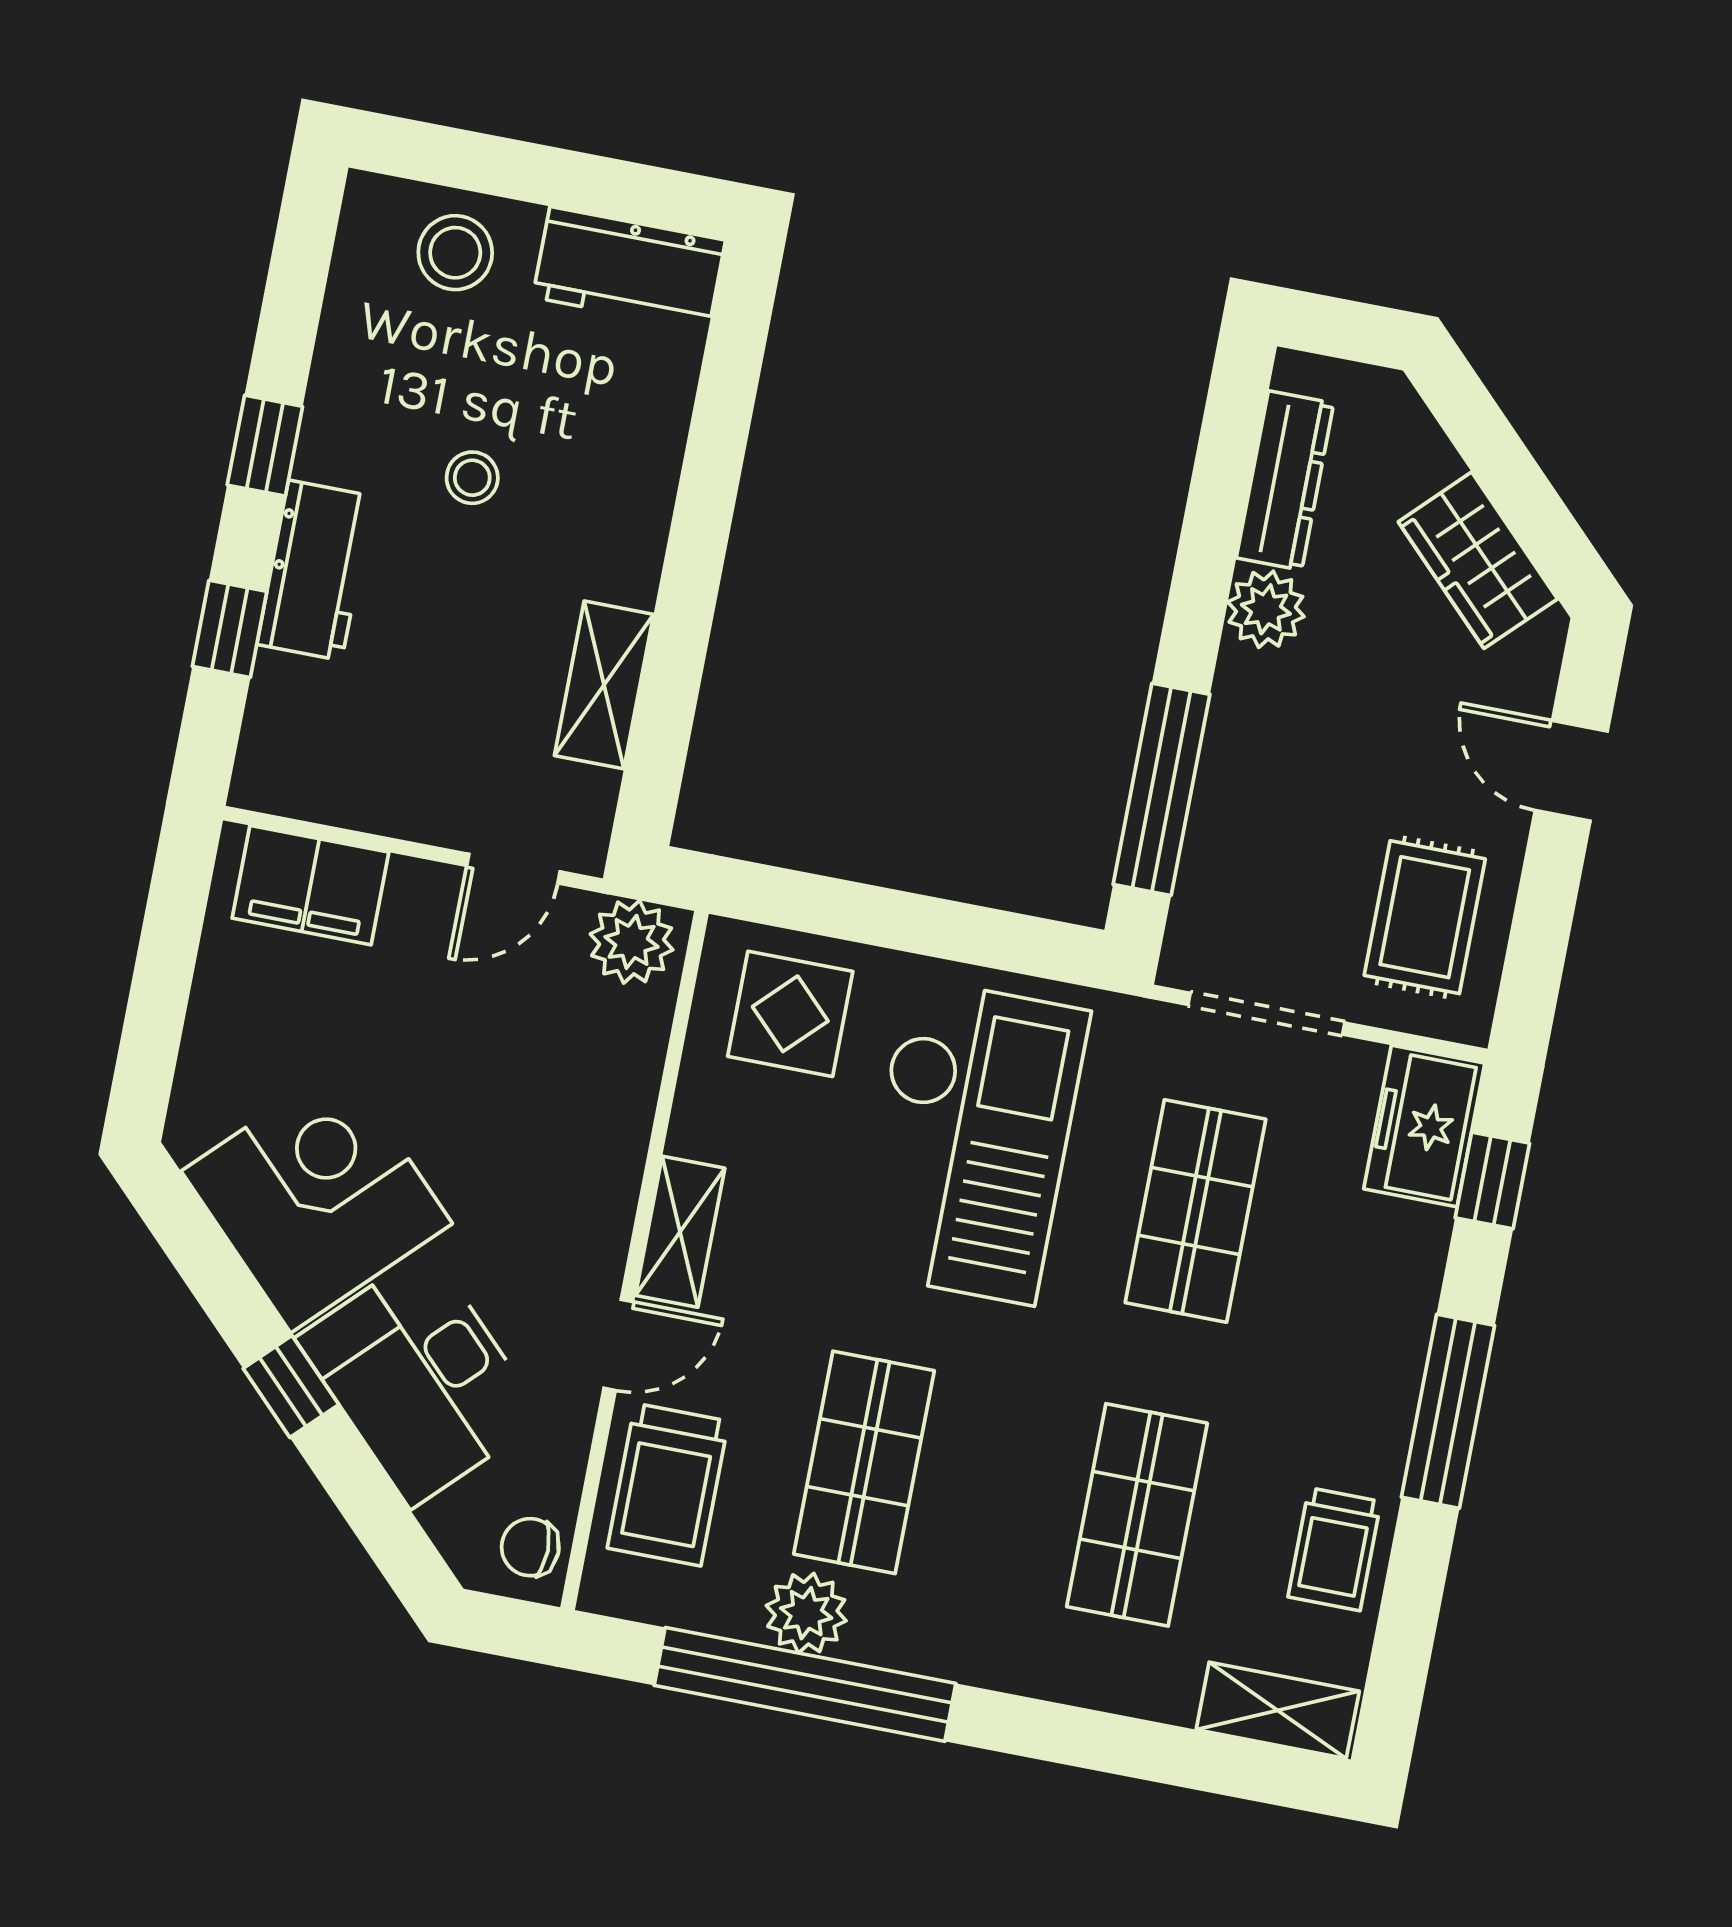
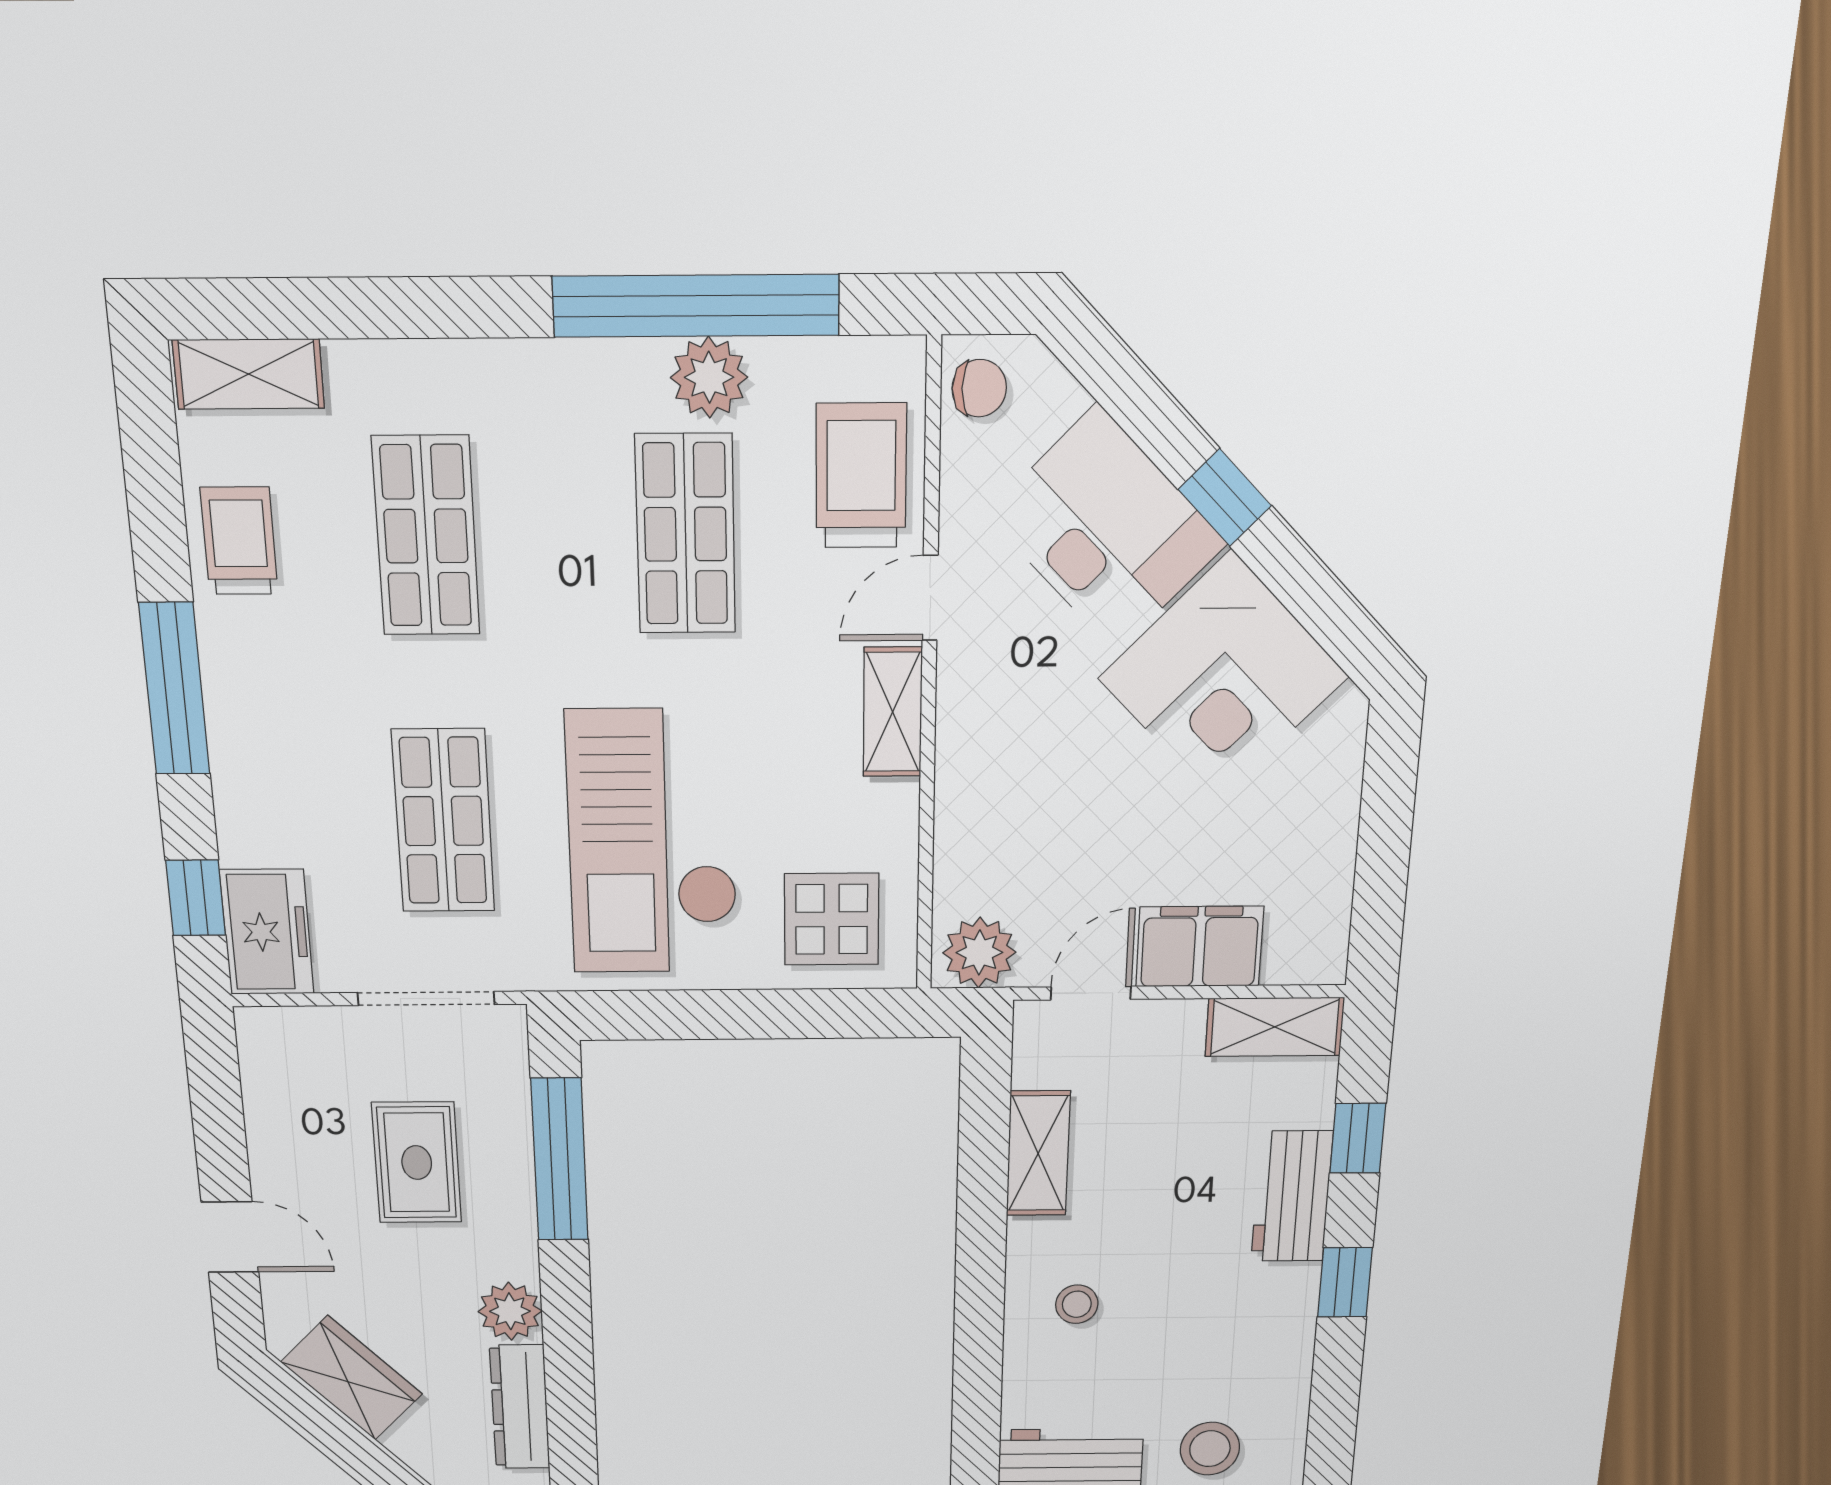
stool: (472, 478) -> (1077, 1304), moved
shelving: (310, 786) -> (1275, 1027), added
filing cabinet: (310, 885) -> (1200, 946), moved
rug: (1425, 917) -> (417, 1163), moved

